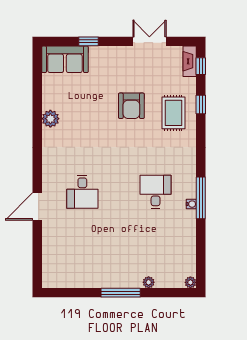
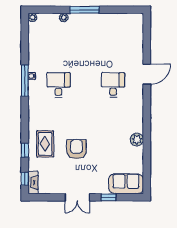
double door: (149, 41) -> (77, 197), moved
desk: (156, 192) -> (58, 85), turned 180

